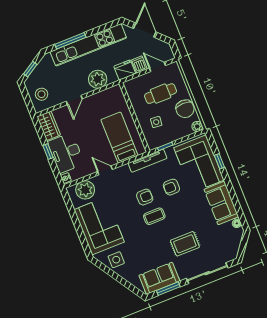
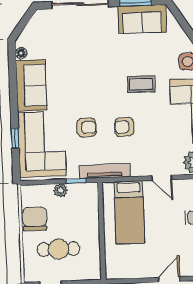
side table: (156, 122) -> (77, 215), removed
plant: (197, 126) -> (61, 190), moved
coffee table: (154, 216) -> (141, 84), moved
rug: (185, 244) -> (95, 51), removed

